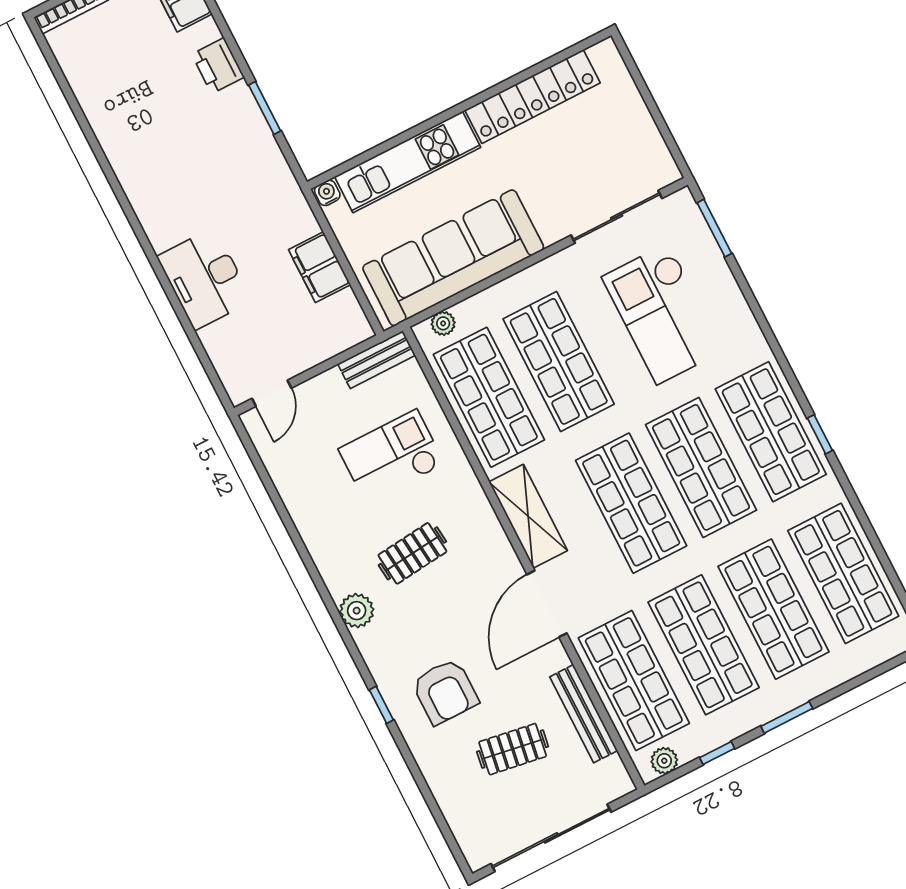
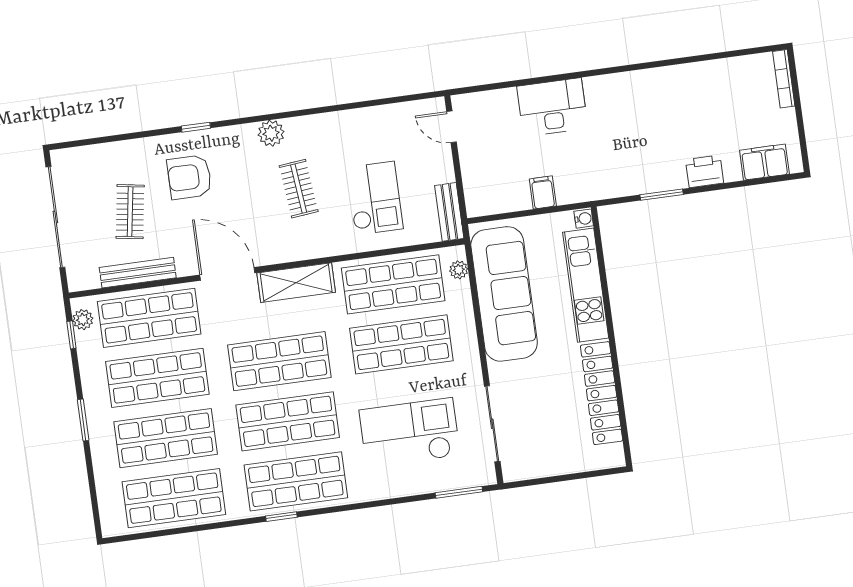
filing cabinet: (320, 267) -> (543, 192), width x0.50
window: (717, 753) -> (71, 335), moved

